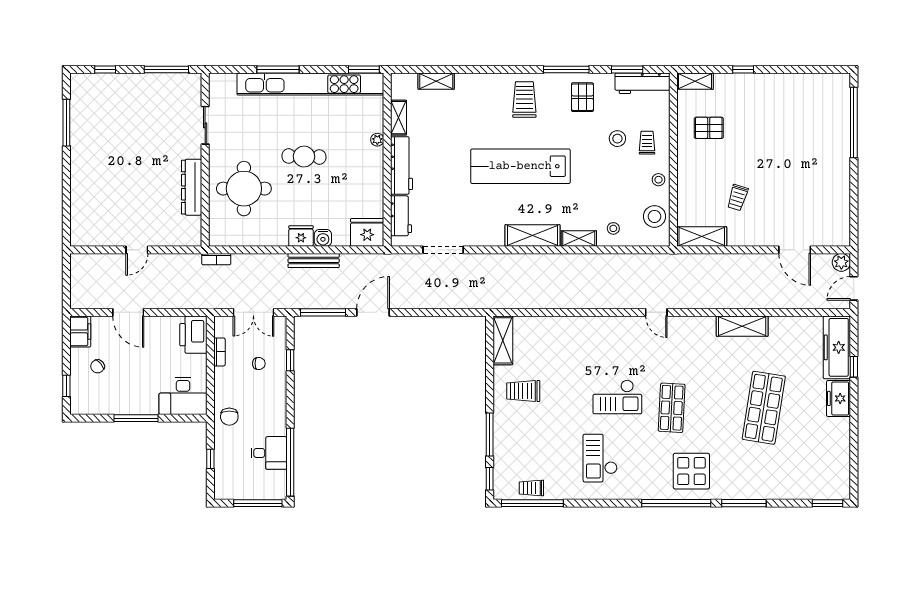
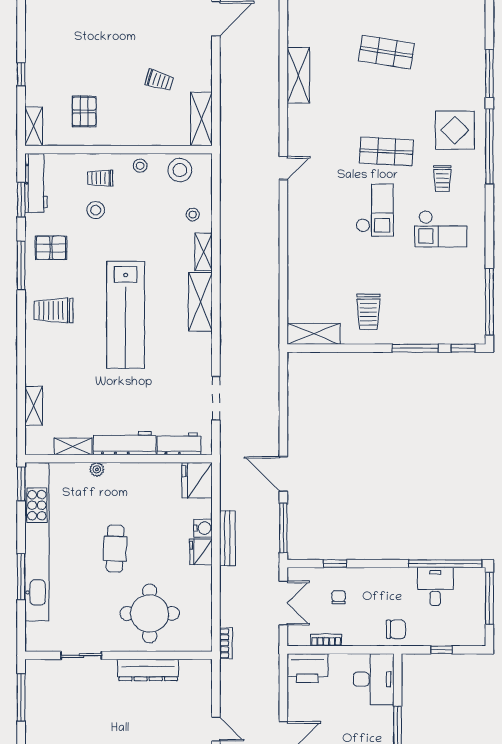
shop shelf: (764, 408) -> (386, 52), width x0.70, depth x0.74
trolley: (531, 488) -> (442, 179), moved

